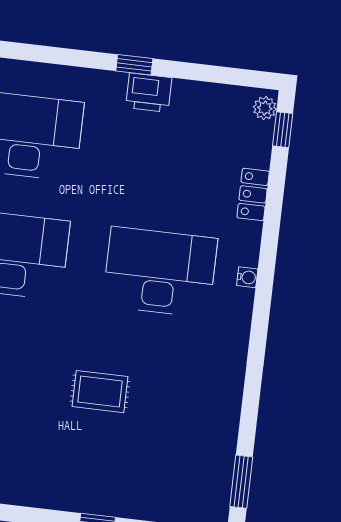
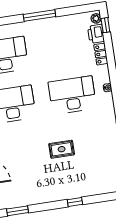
window: (134, 65) -> (39, 15), width x2.17
printer: (149, 93) -> (96, 34), moved, turned 90

